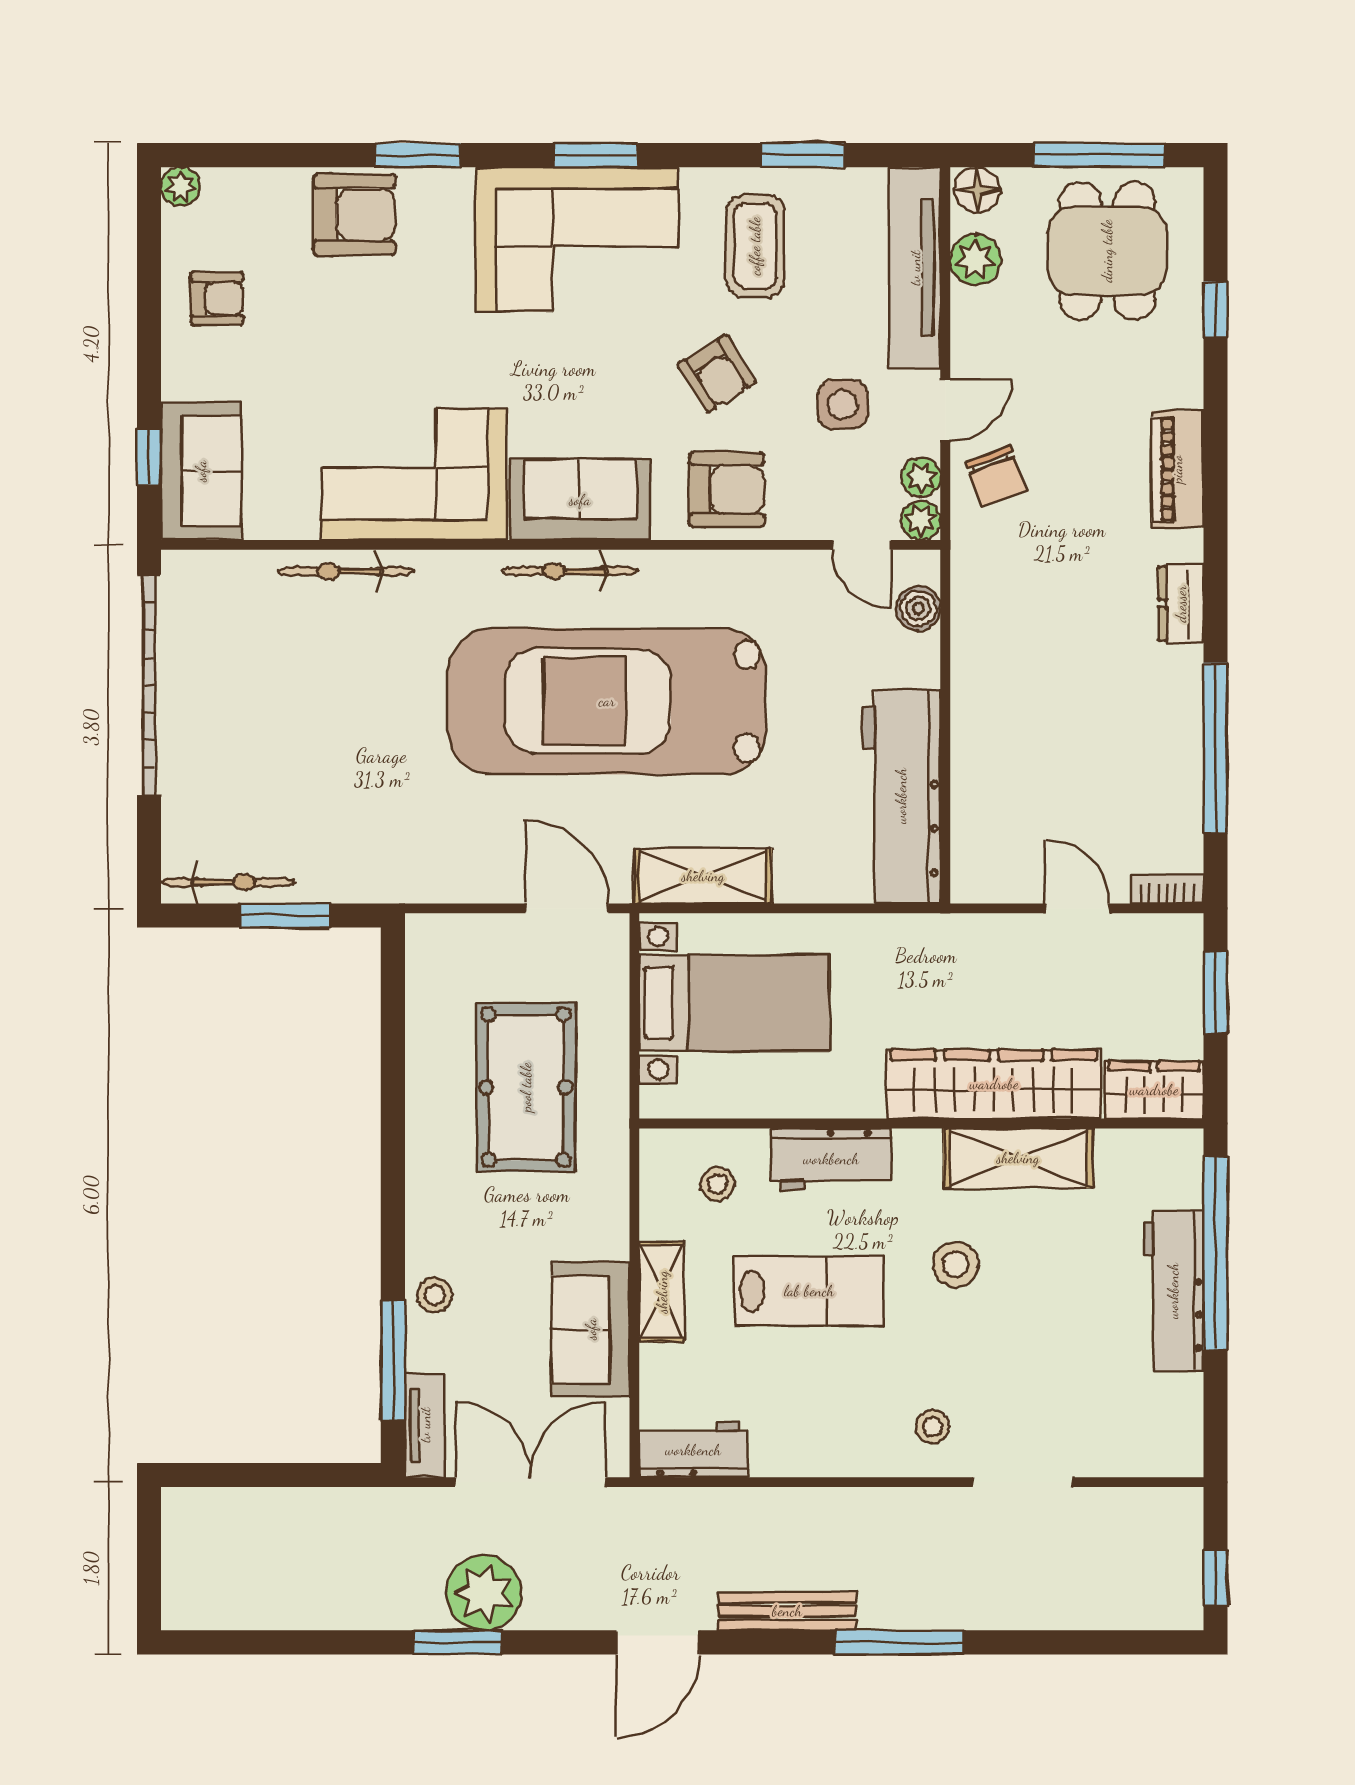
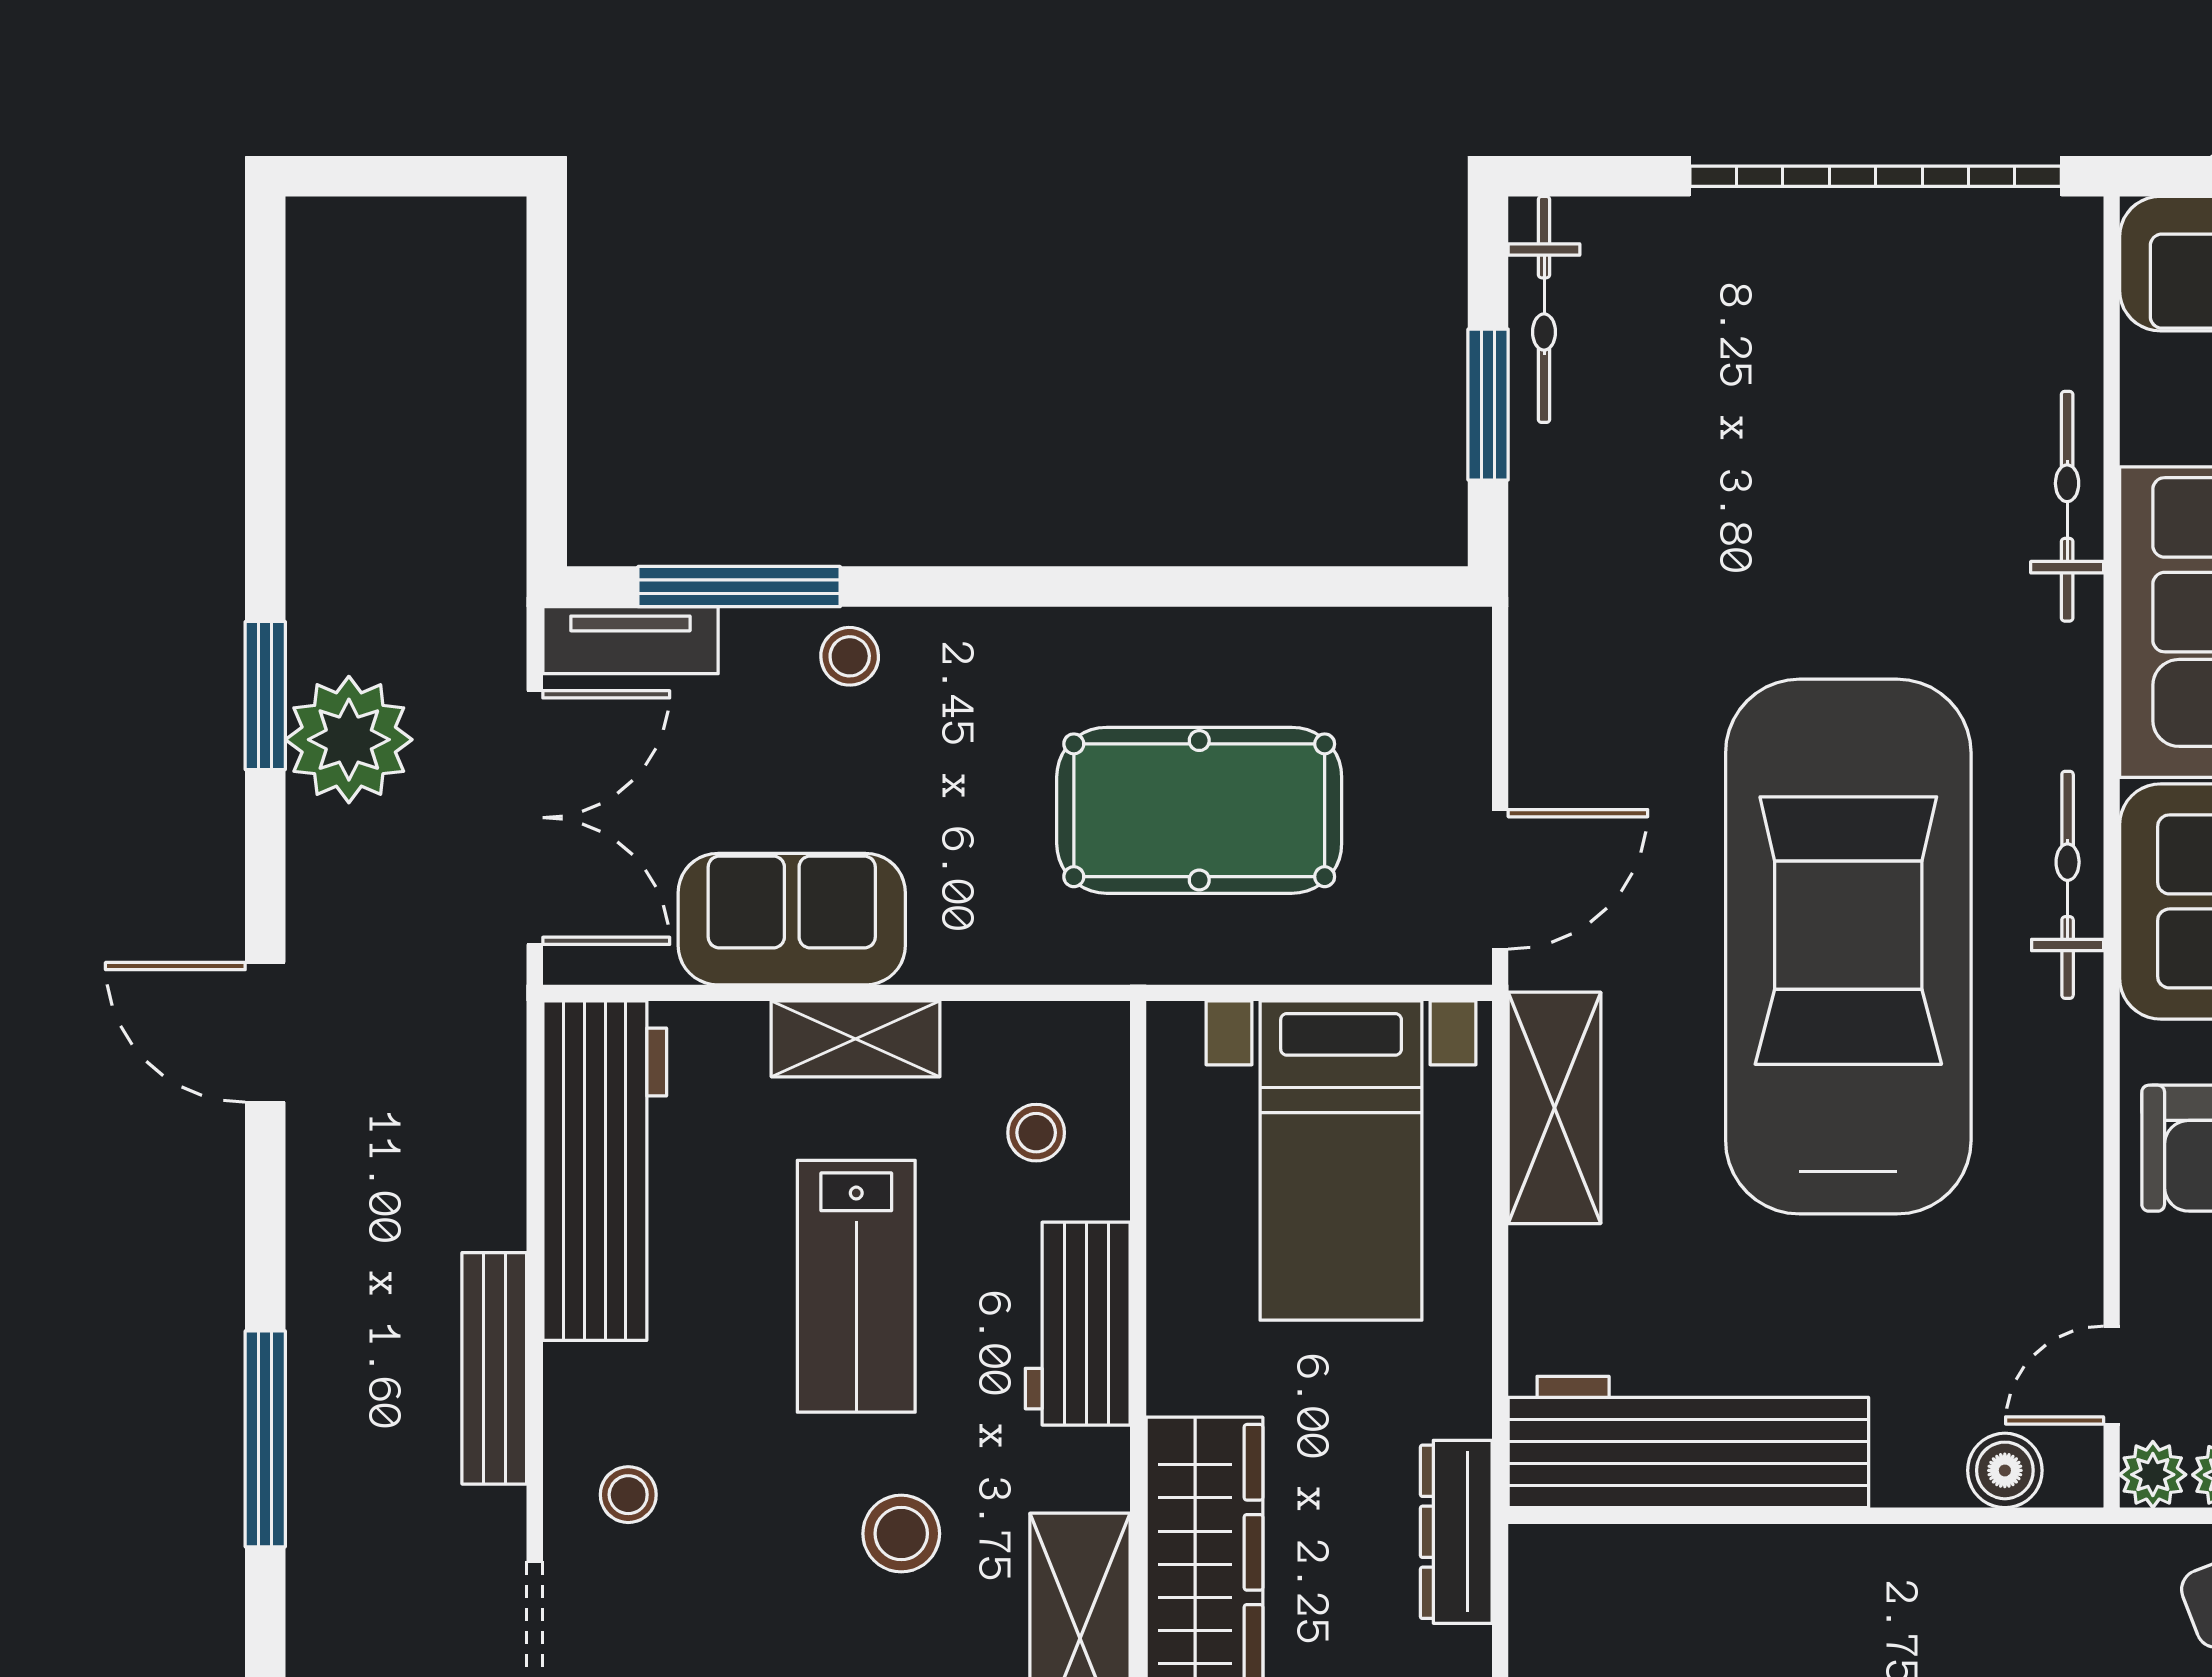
dresser: (955, 934) -> (1456, 1532), added
workbench: (693, 1450) -> (605, 1171), width x1.88, depth x1.32
bench: (787, 1611) -> (494, 1368), moved

